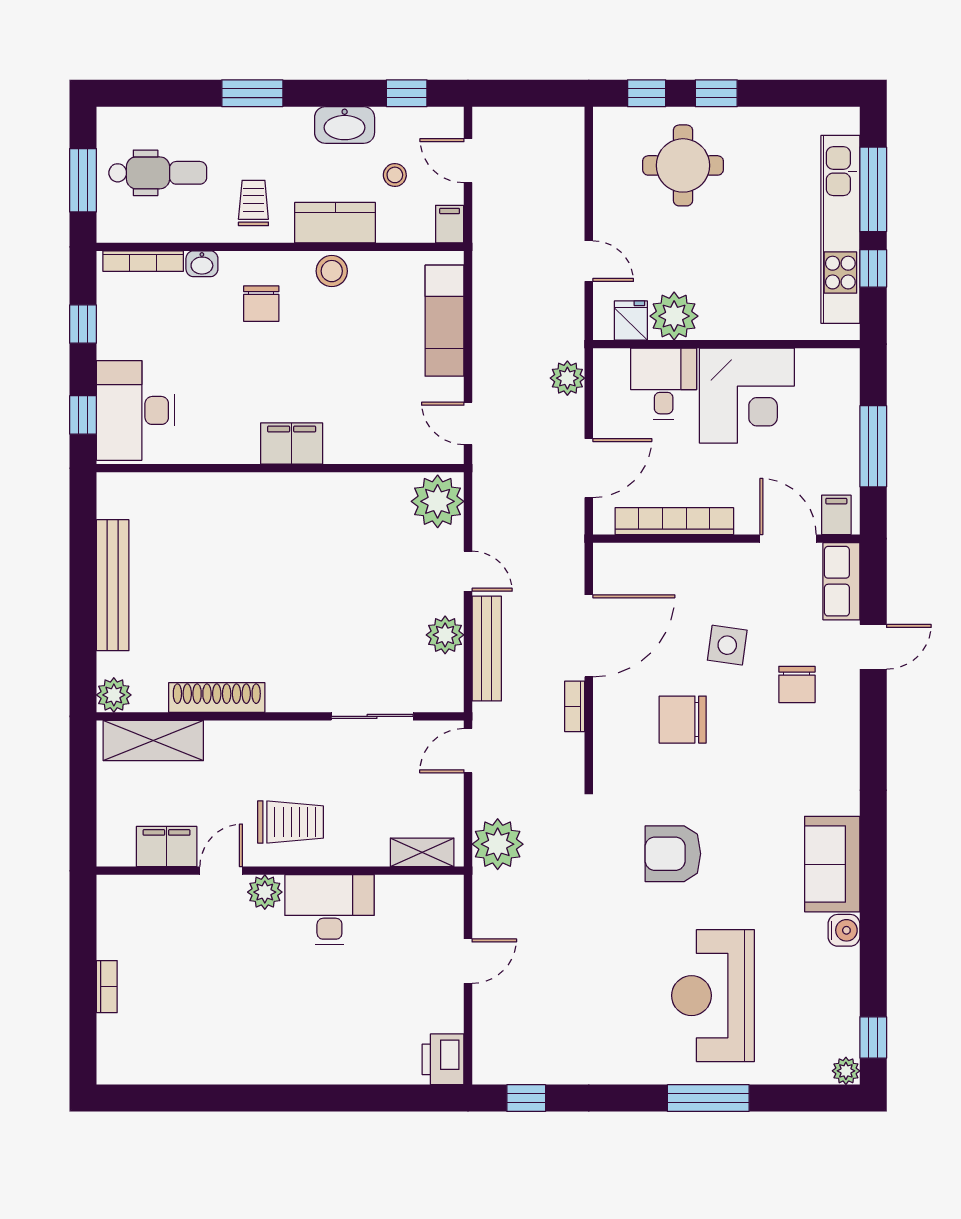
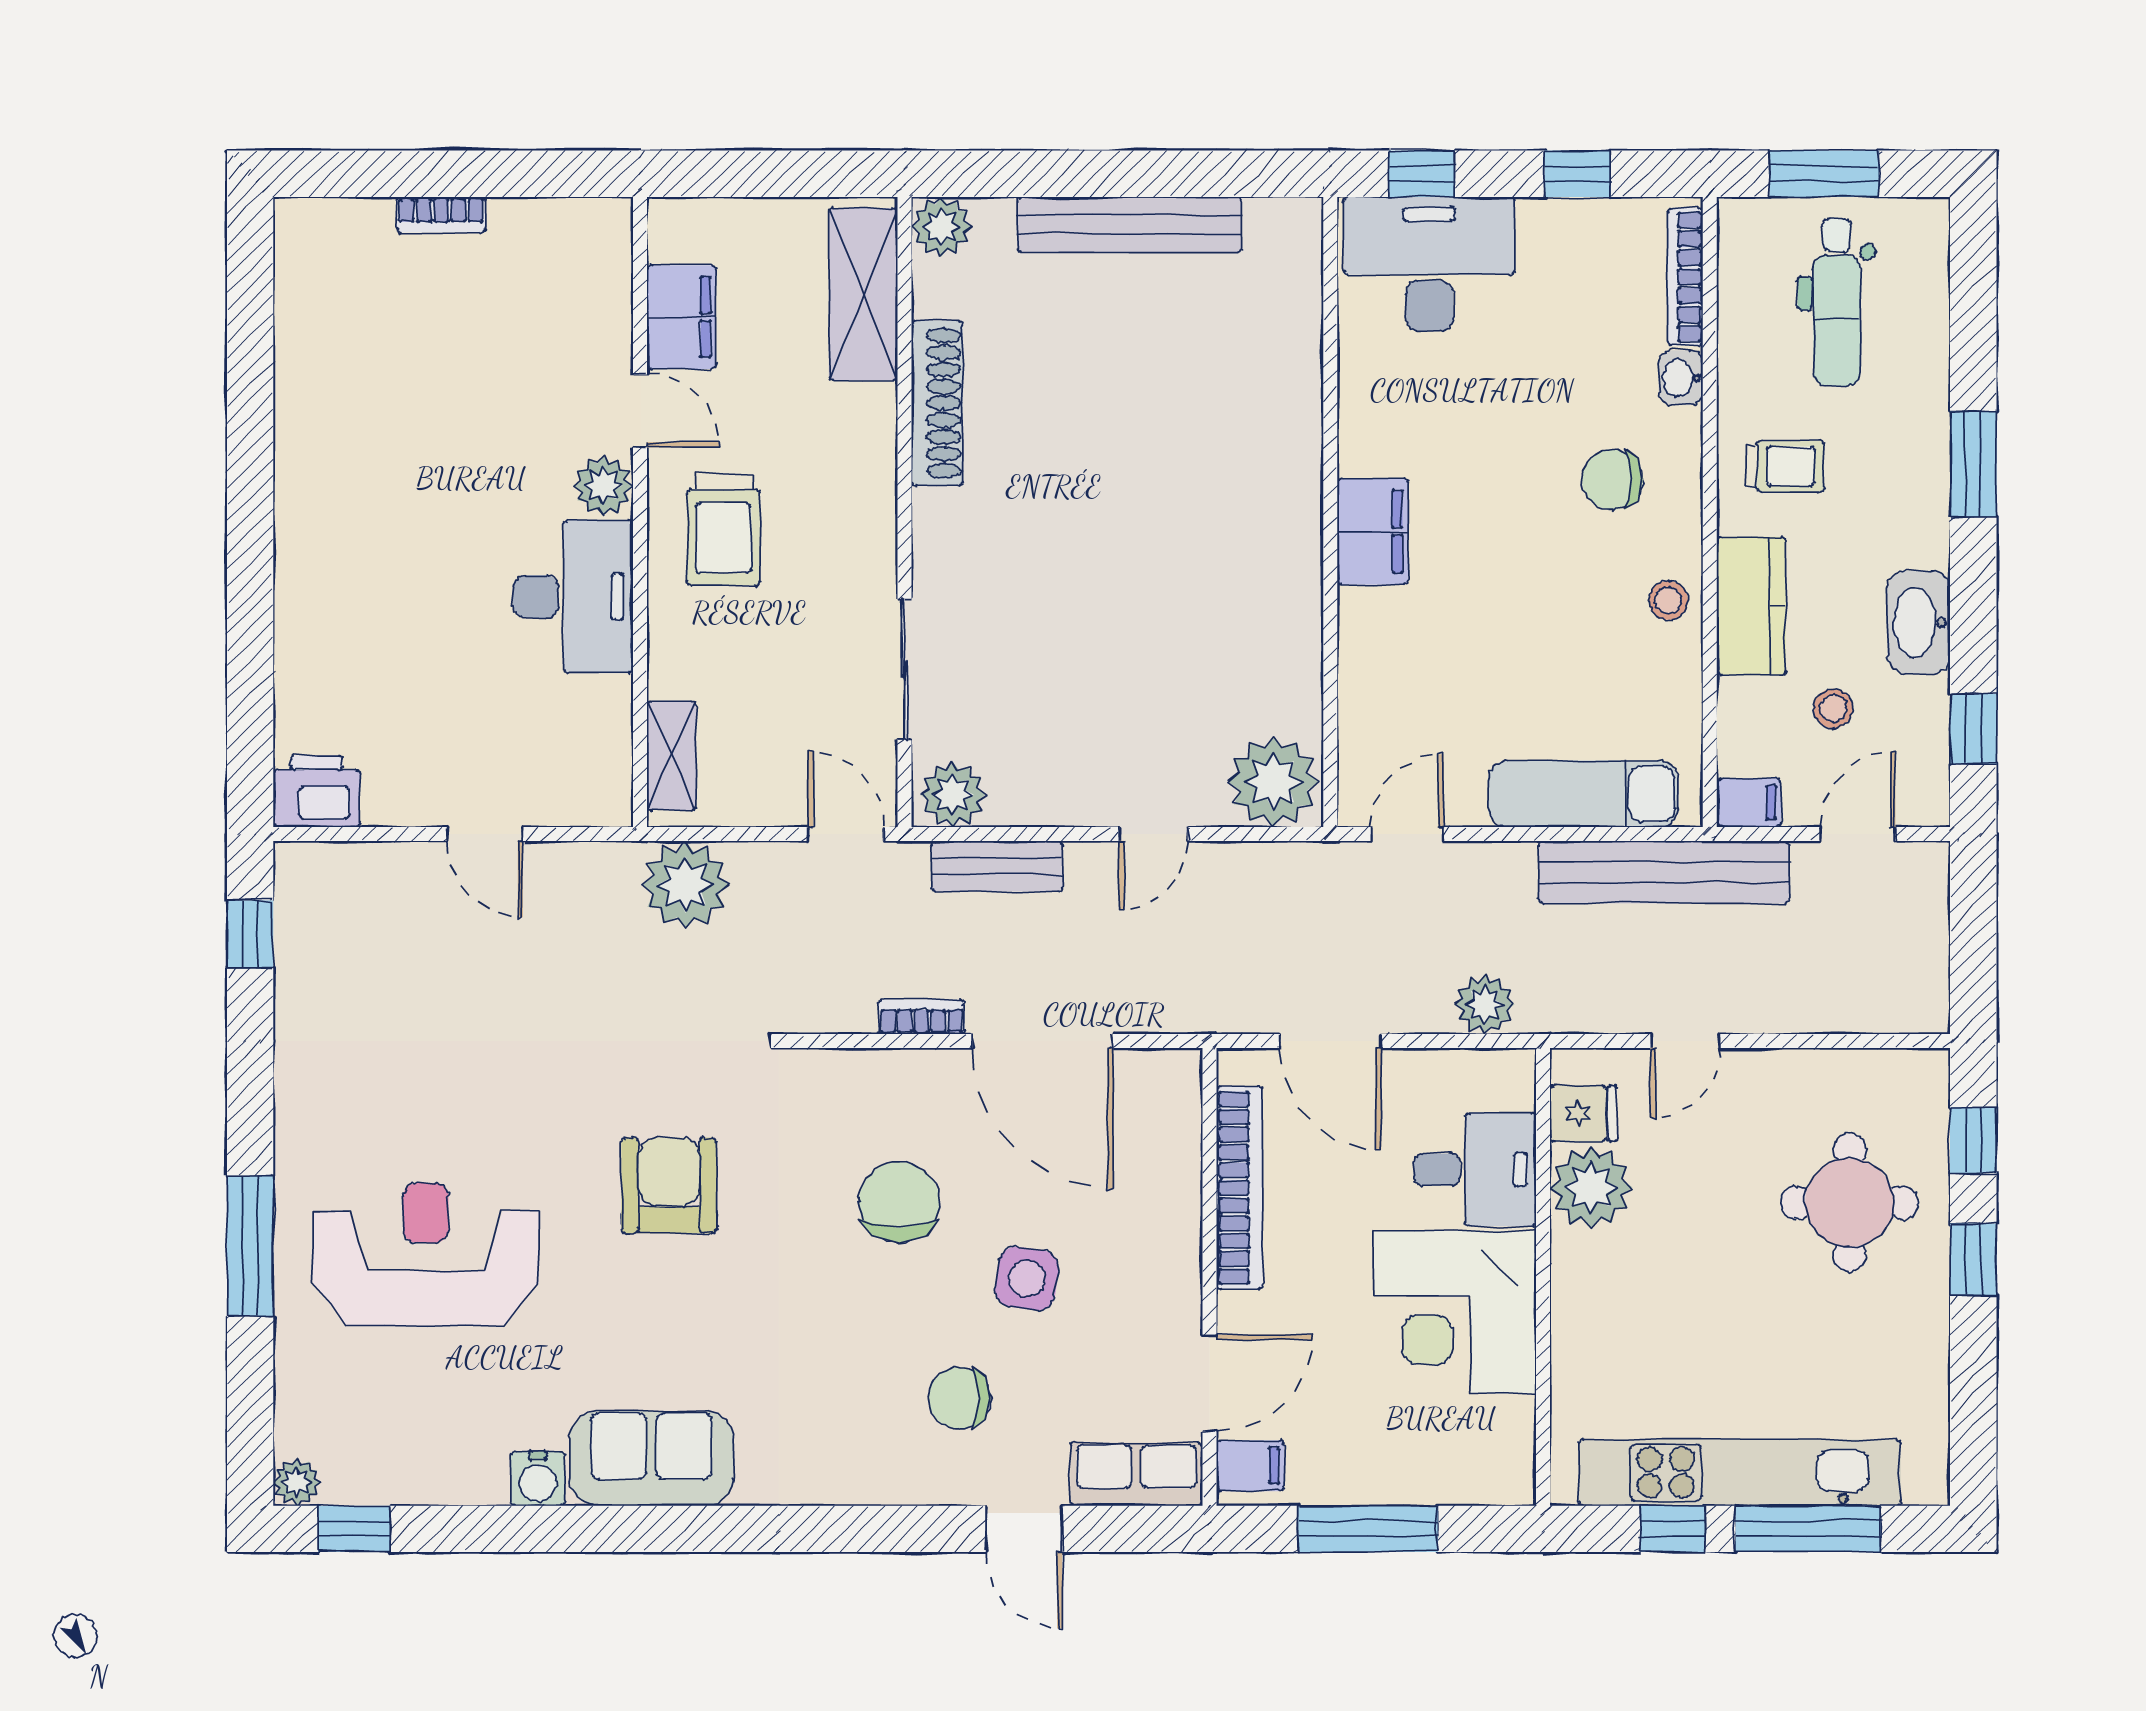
stool: (332, 271) -> (1668, 600), width x0.73, depth x0.73
bench: (490, 274) -> (1664, 872), added
plant: (445, 635) -> (953, 795), moved
bench: (487, 649) -> (997, 866), width x0.73

